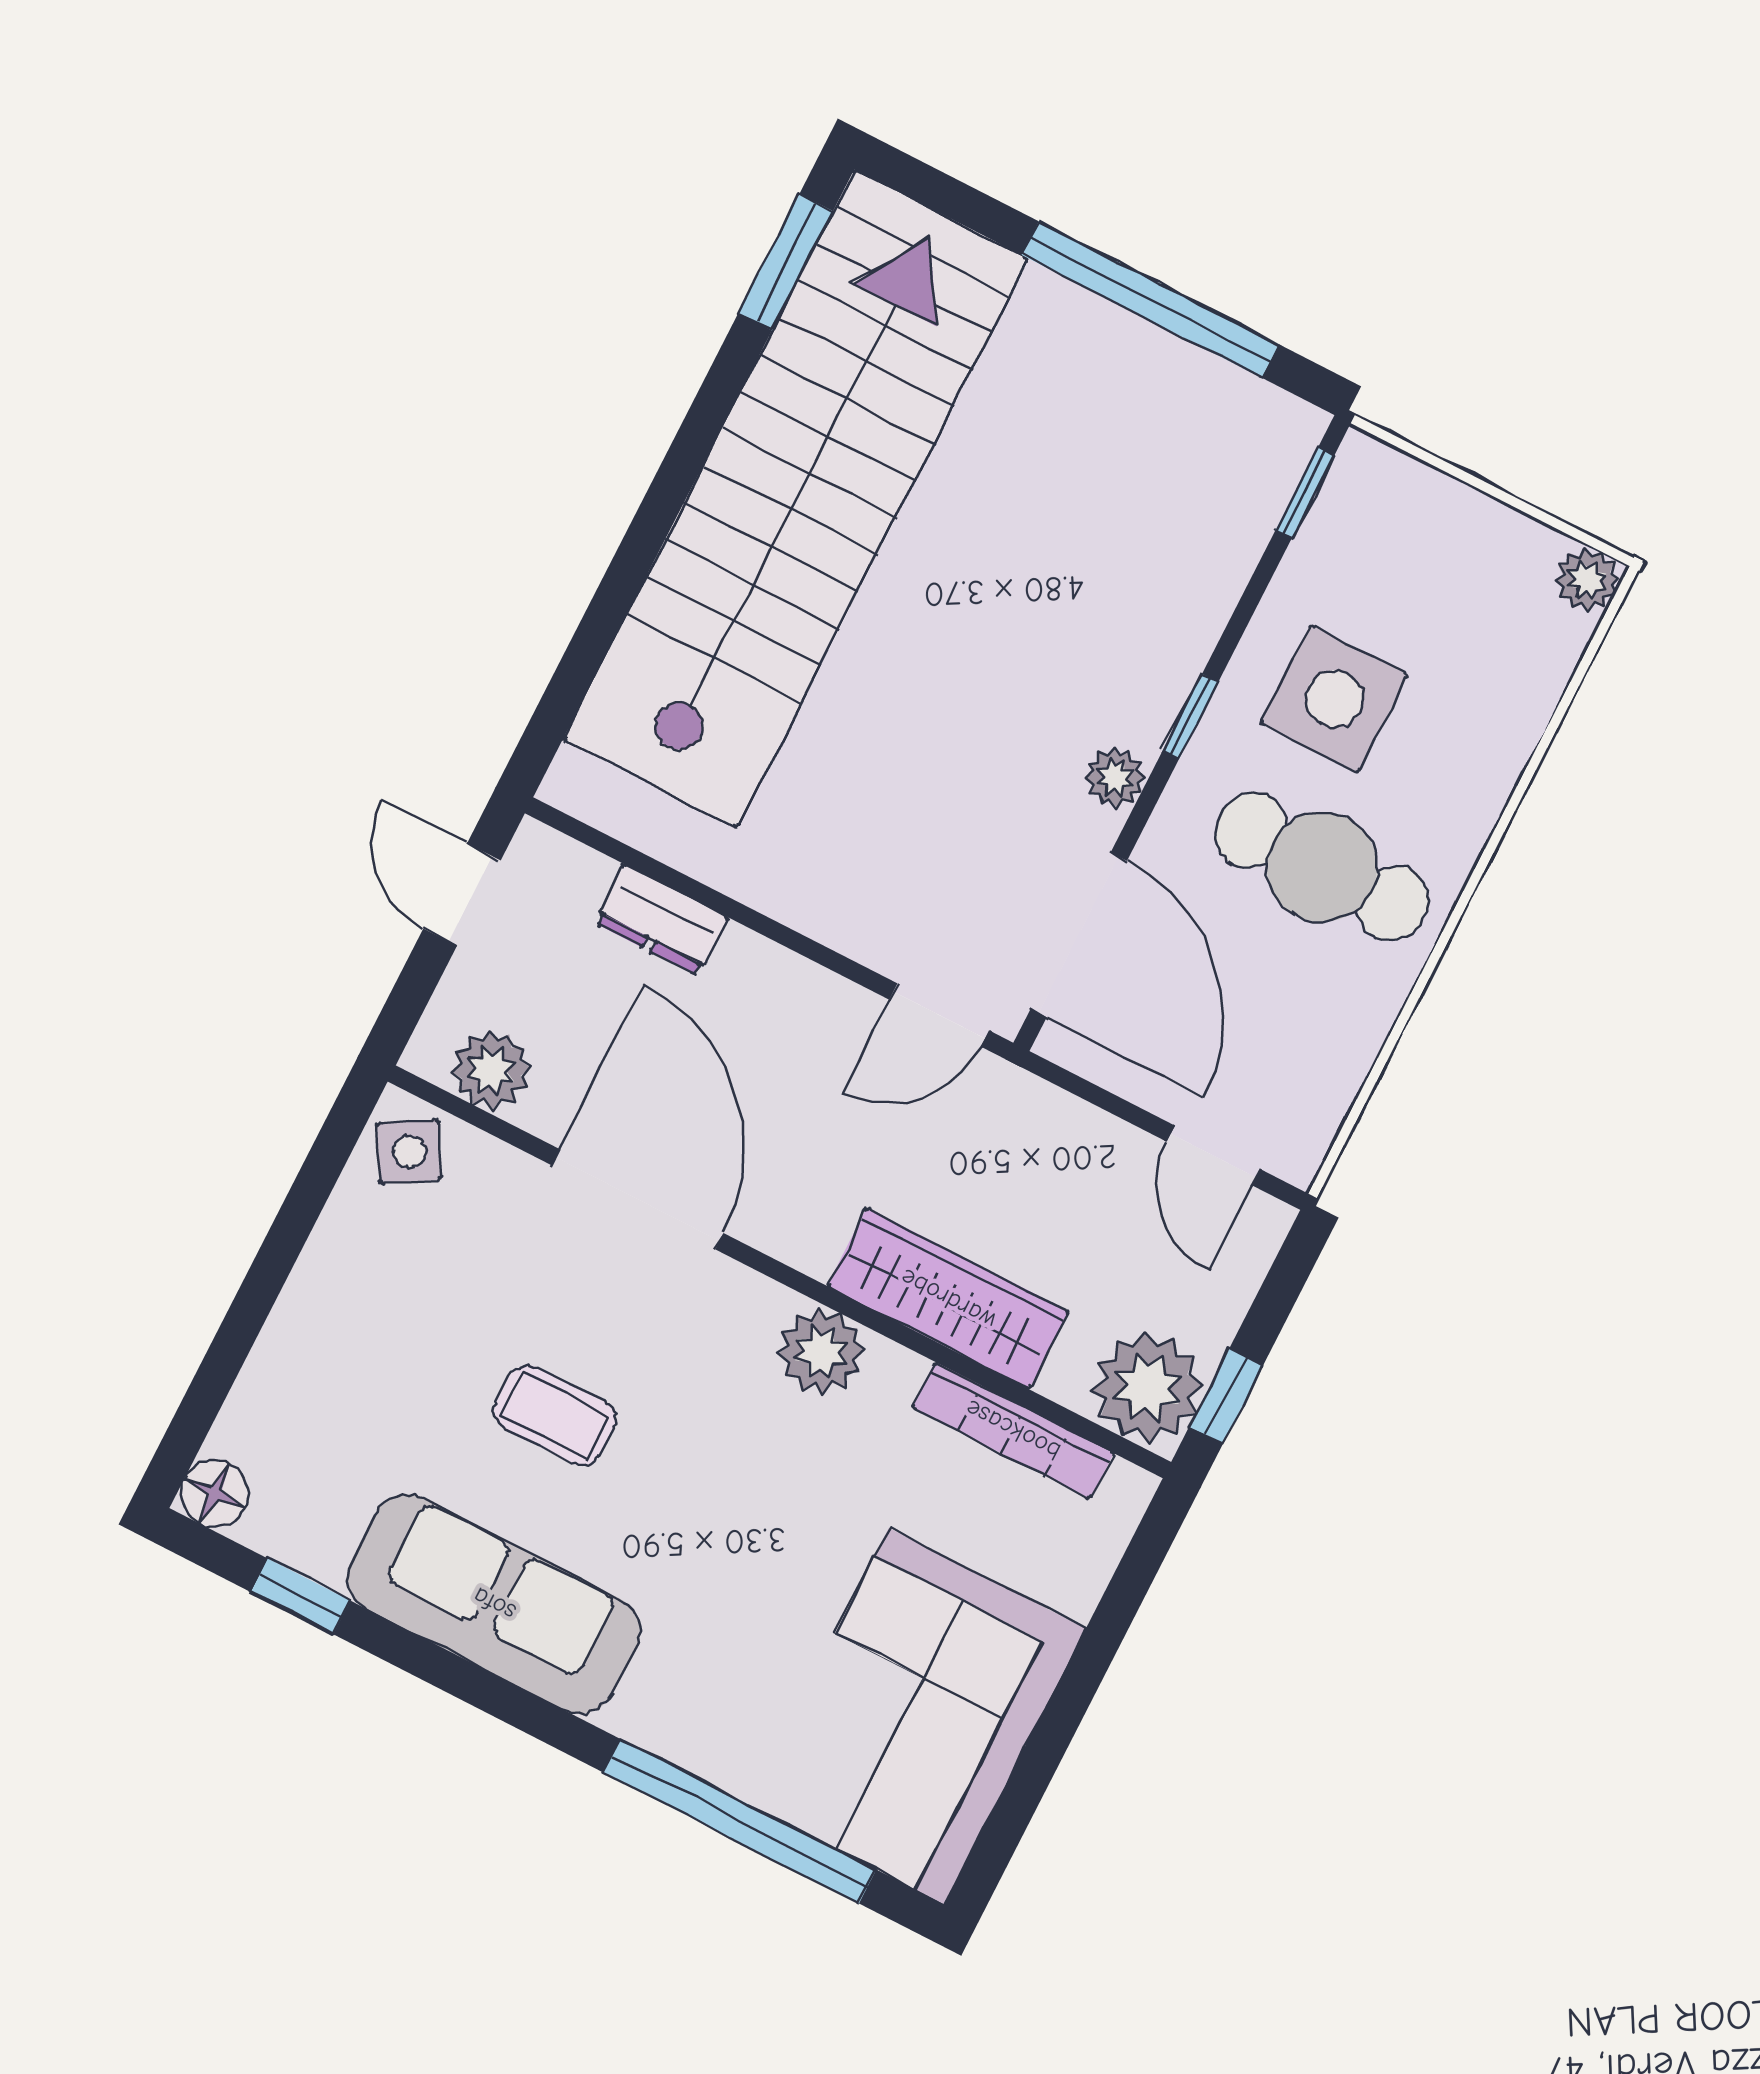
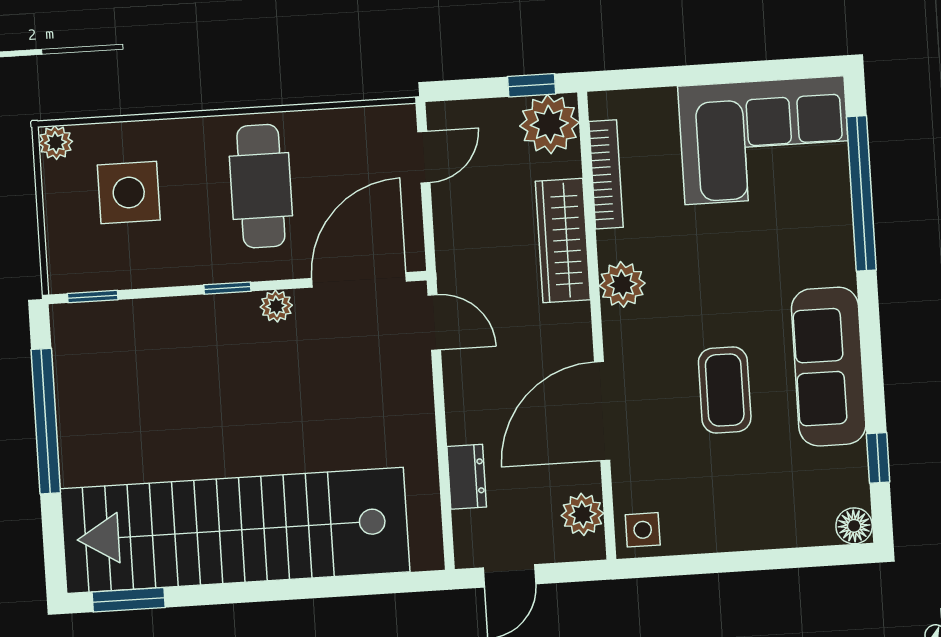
side table: (1334, 699) -> (129, 193), moved
side table: (409, 1151) -> (643, 530), turned 30
coffee table: (555, 1415) -> (725, 390), width x1.36, depth x1.30

